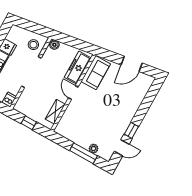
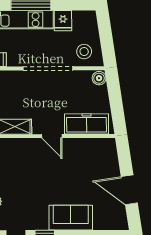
sofa: (96, 73) -> (71, 218), moved, turned 180
door: (73, 93) -> (52, 136), swing flipped

